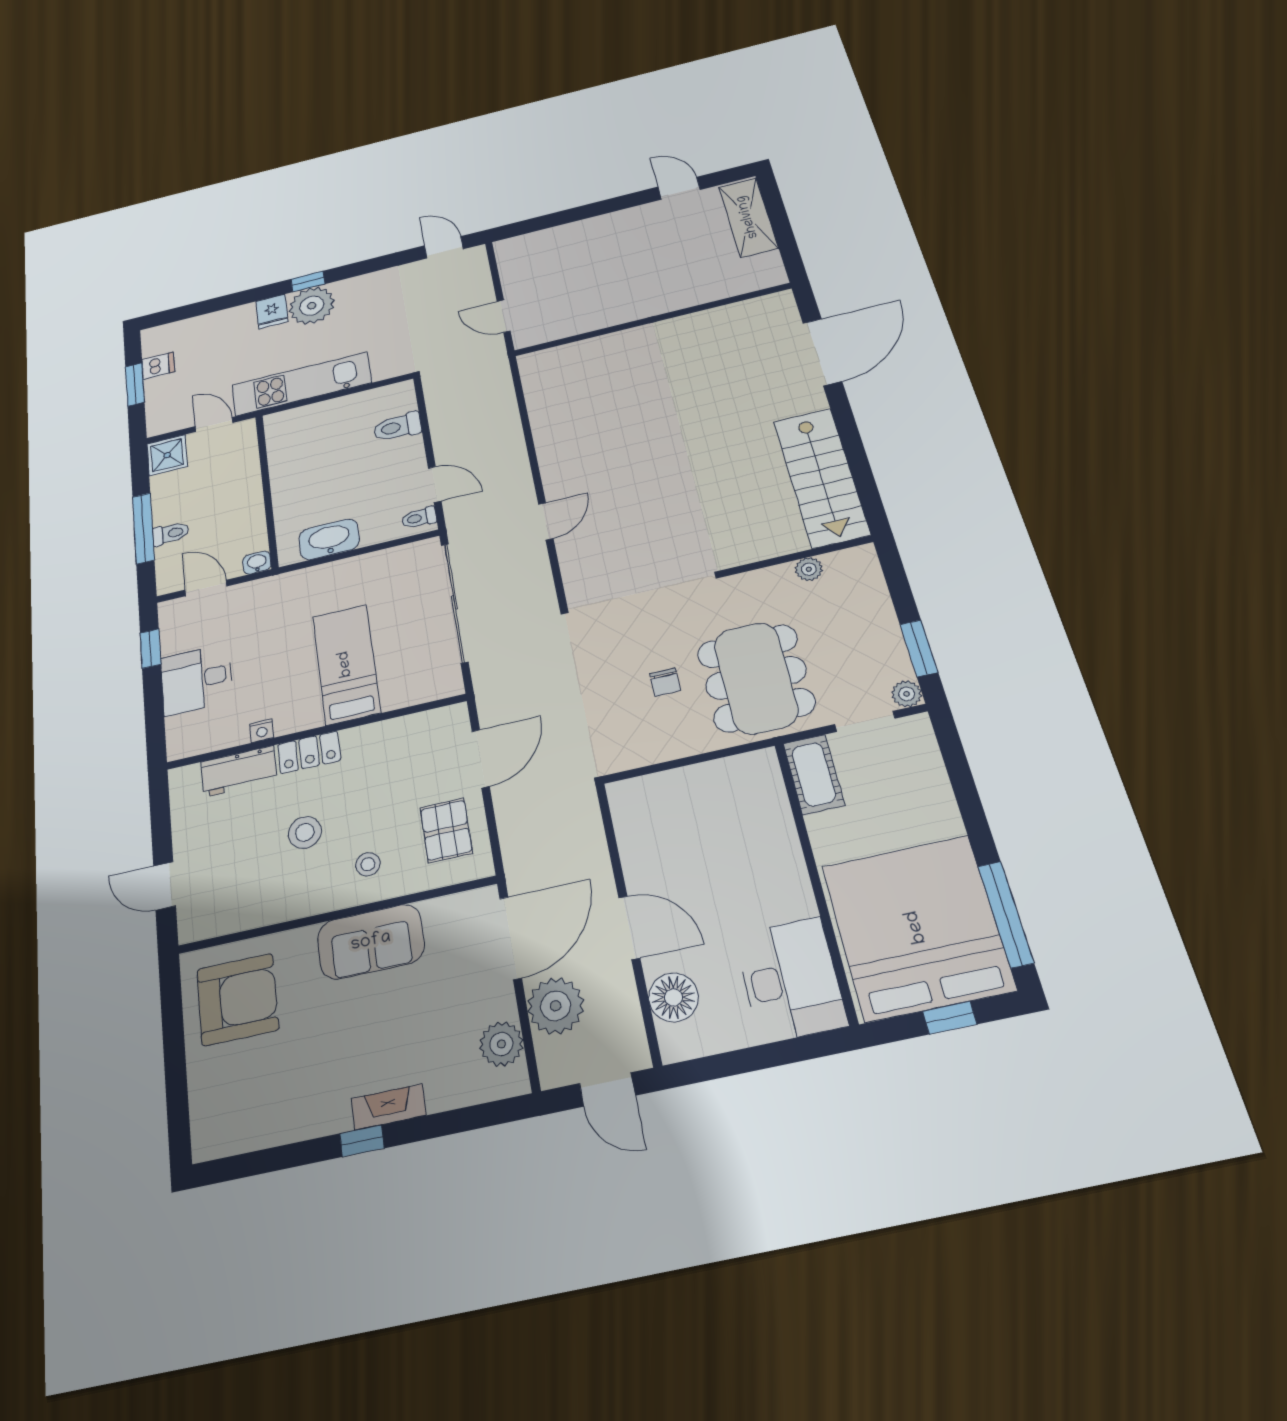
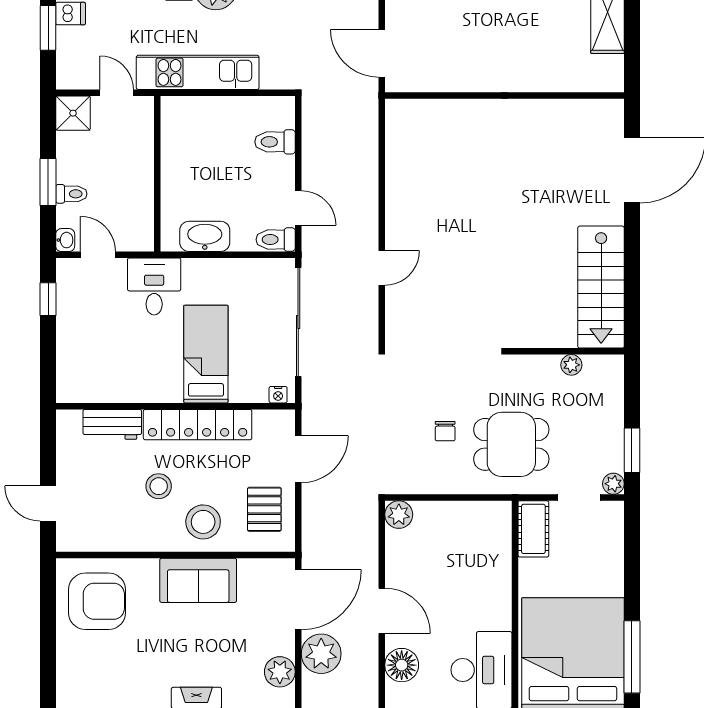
door: (504, 316) -> (382, 53), width x1.38
toilet: (419, 518) -> (276, 240), width x1.37, depth x1.39
window: (143, 528) -> (48, 182), width x0.69
washbasin: (257, 563) -> (65, 240), moved, turned 90
dining table: (756, 678) -> (511, 444), width x0.73
desk: (197, 680) -> (154, 286), moved, turned 90
nightstand: (262, 731) -> (278, 395), moved
locker: (309, 752) -> (198, 425), width x2.16, depth x1.21
plant: (626, 797) -> (399, 515), added
stool: (368, 864) -> (203, 522), width x1.89, depth x1.89

